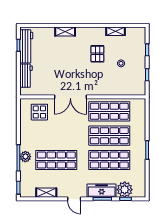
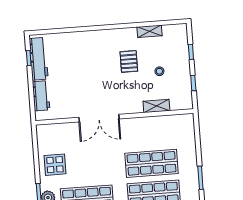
shelving: (65, 31) -> (156, 106), moved
shop shelf: (109, 111) -> (149, 133), removed
display table: (39, 112) -> (55, 165), moved

